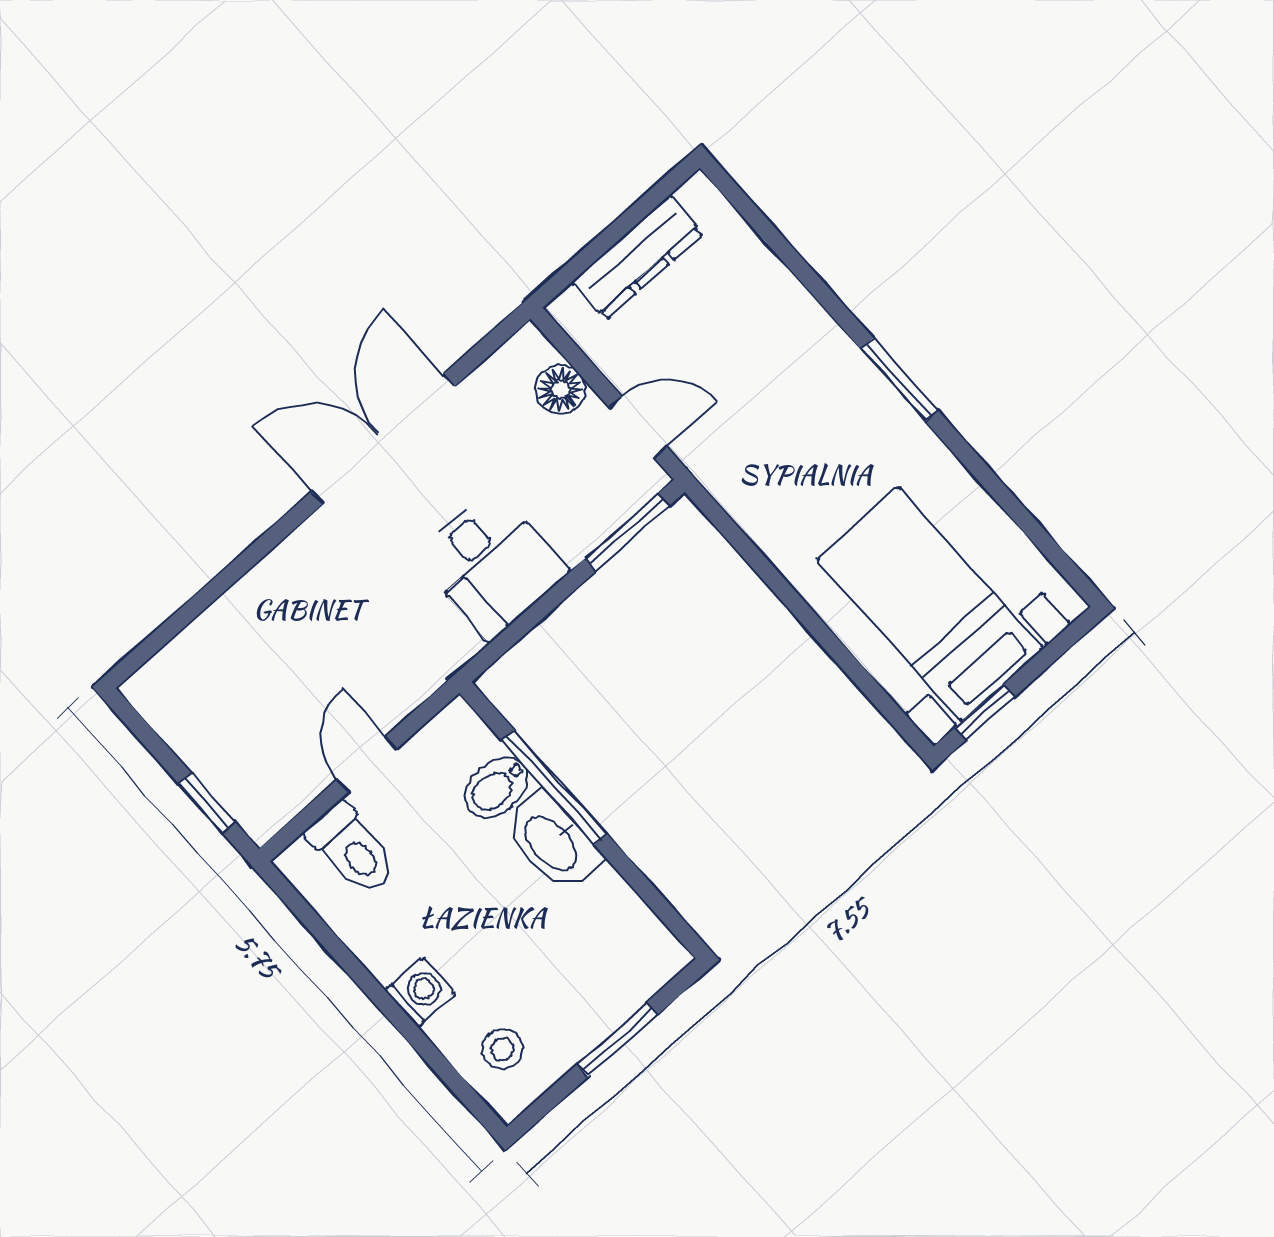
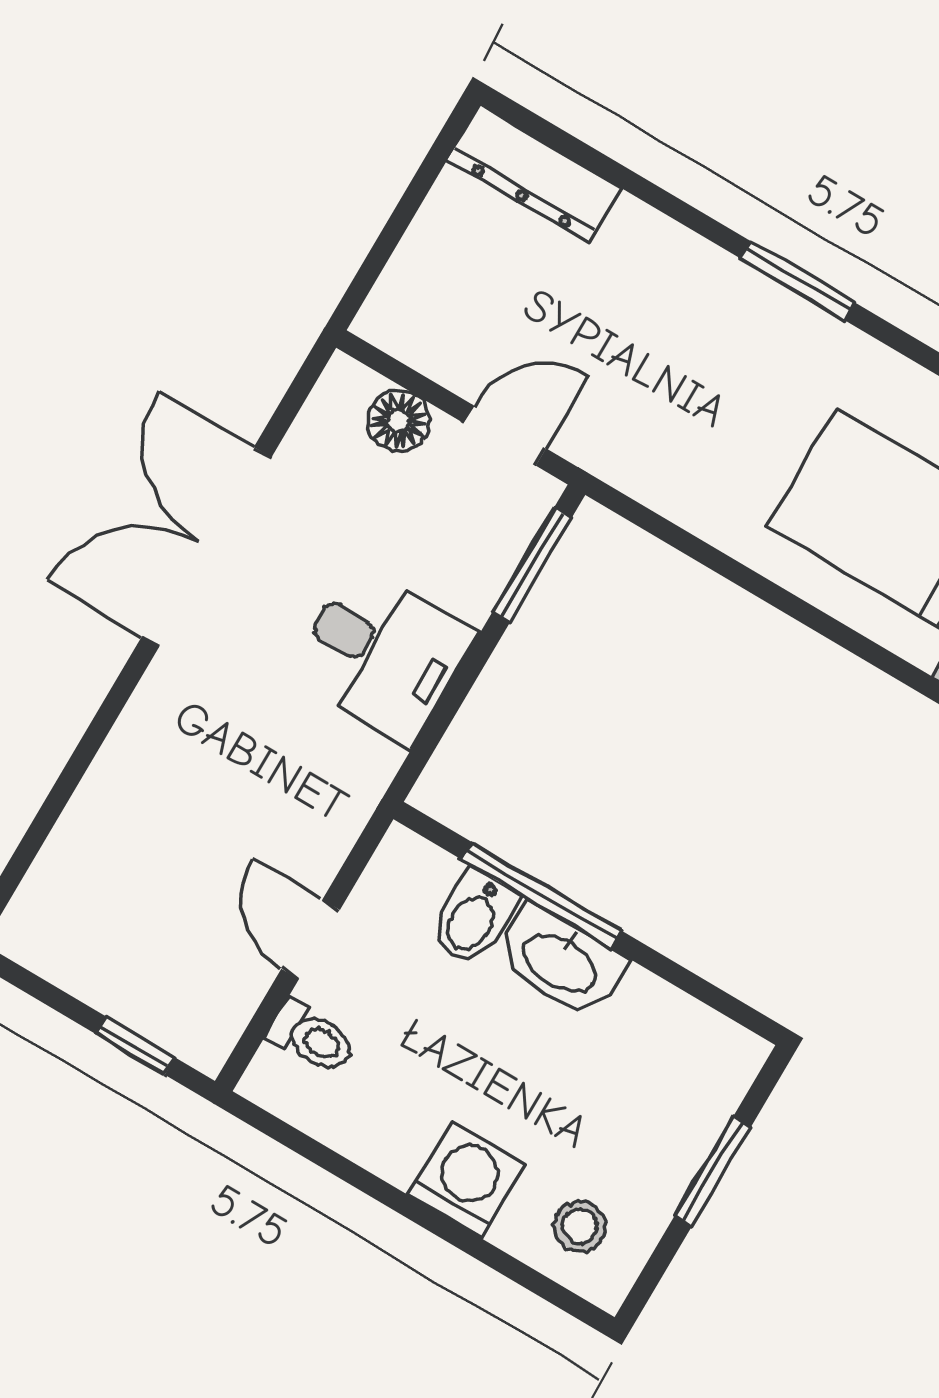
dresser: (638, 257) -> (534, 174), moved, turned 90
toilet: (352, 849) -> (312, 1038), width x0.73, depth x0.72
washing machine: (420, 992) -> (467, 1180), width x1.38, depth x1.38

